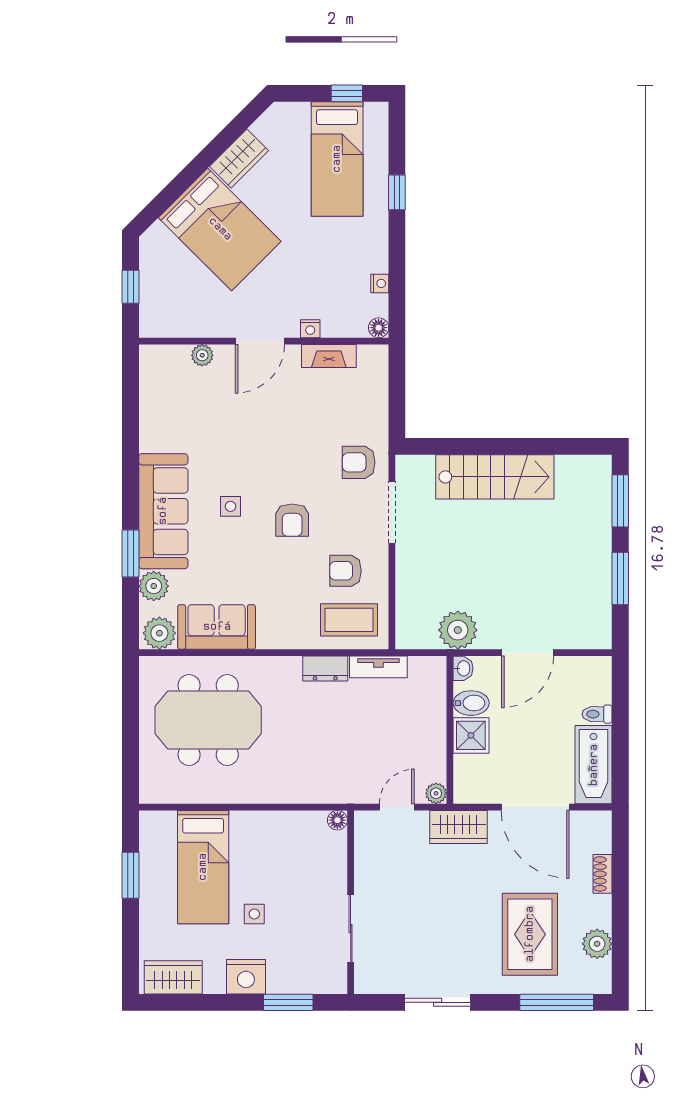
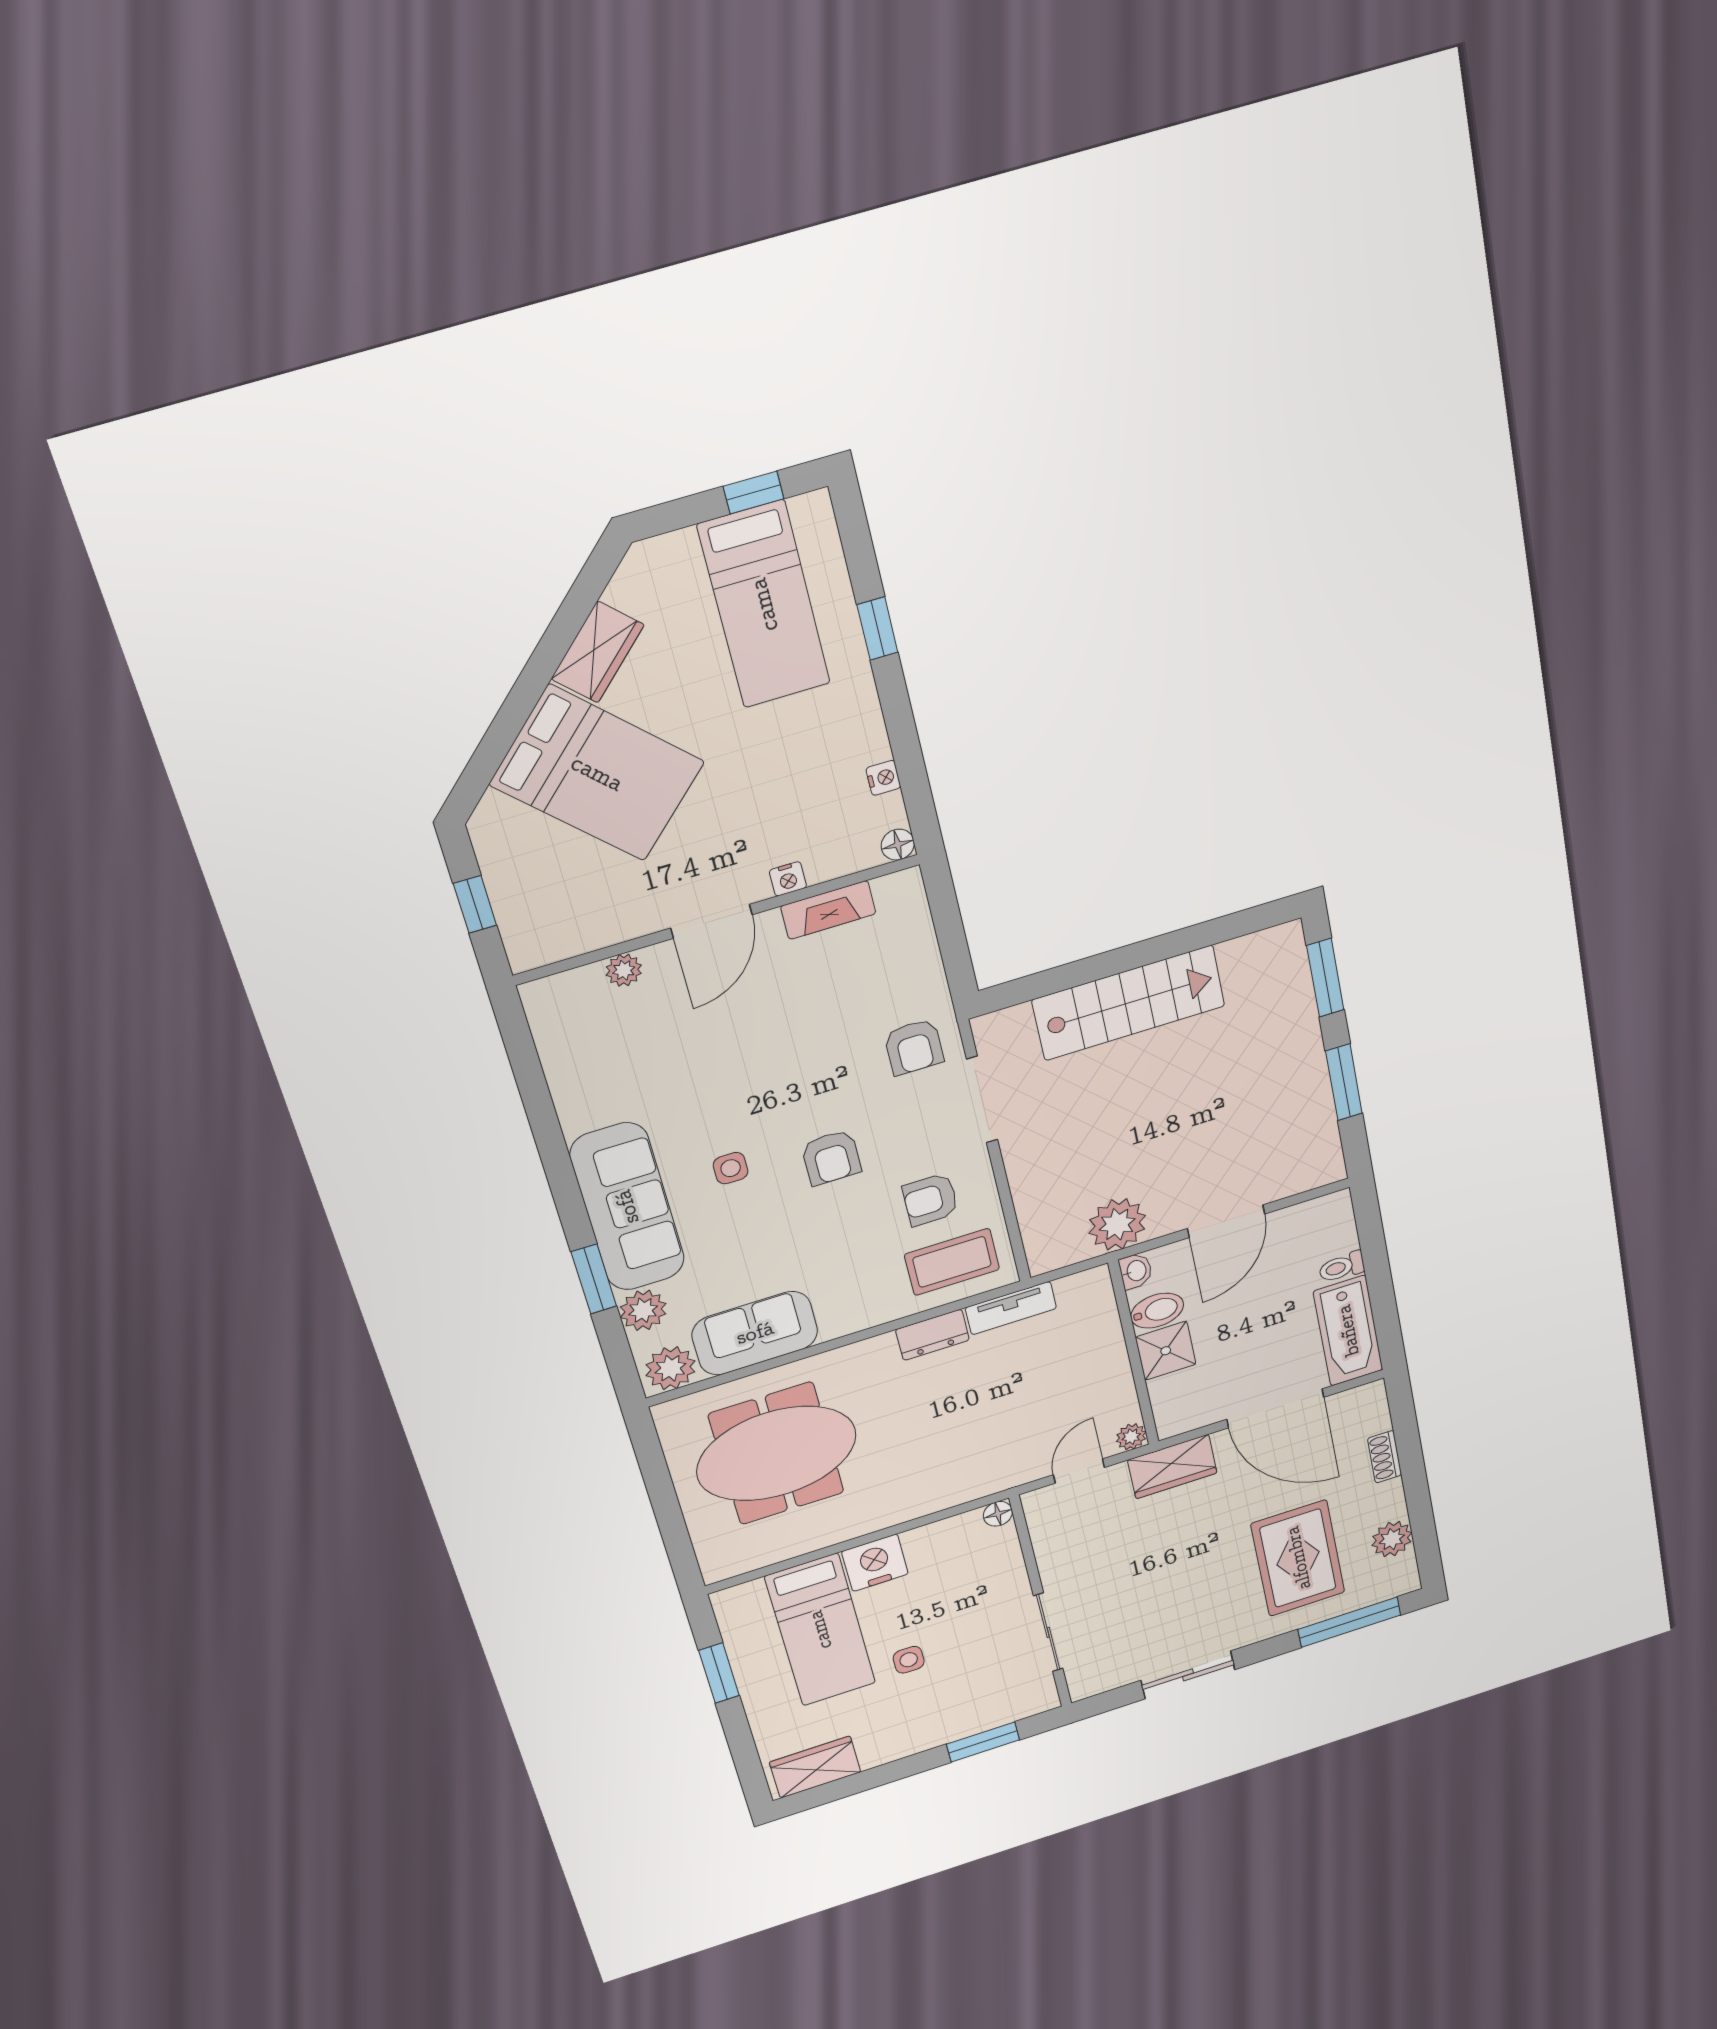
armchair: (359, 462) -> (914, 1047), turned -90
nightstand: (246, 977) -> (875, 1563), moved, turned 180

